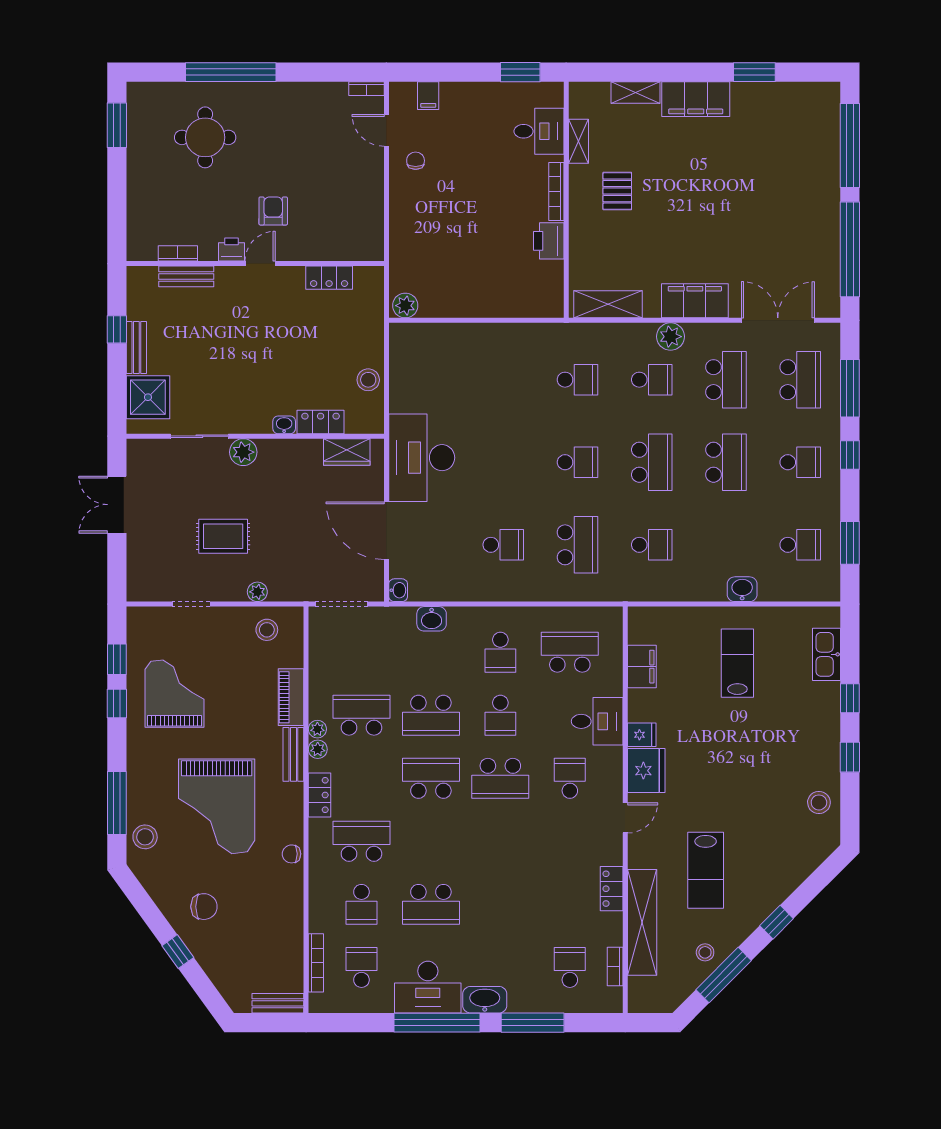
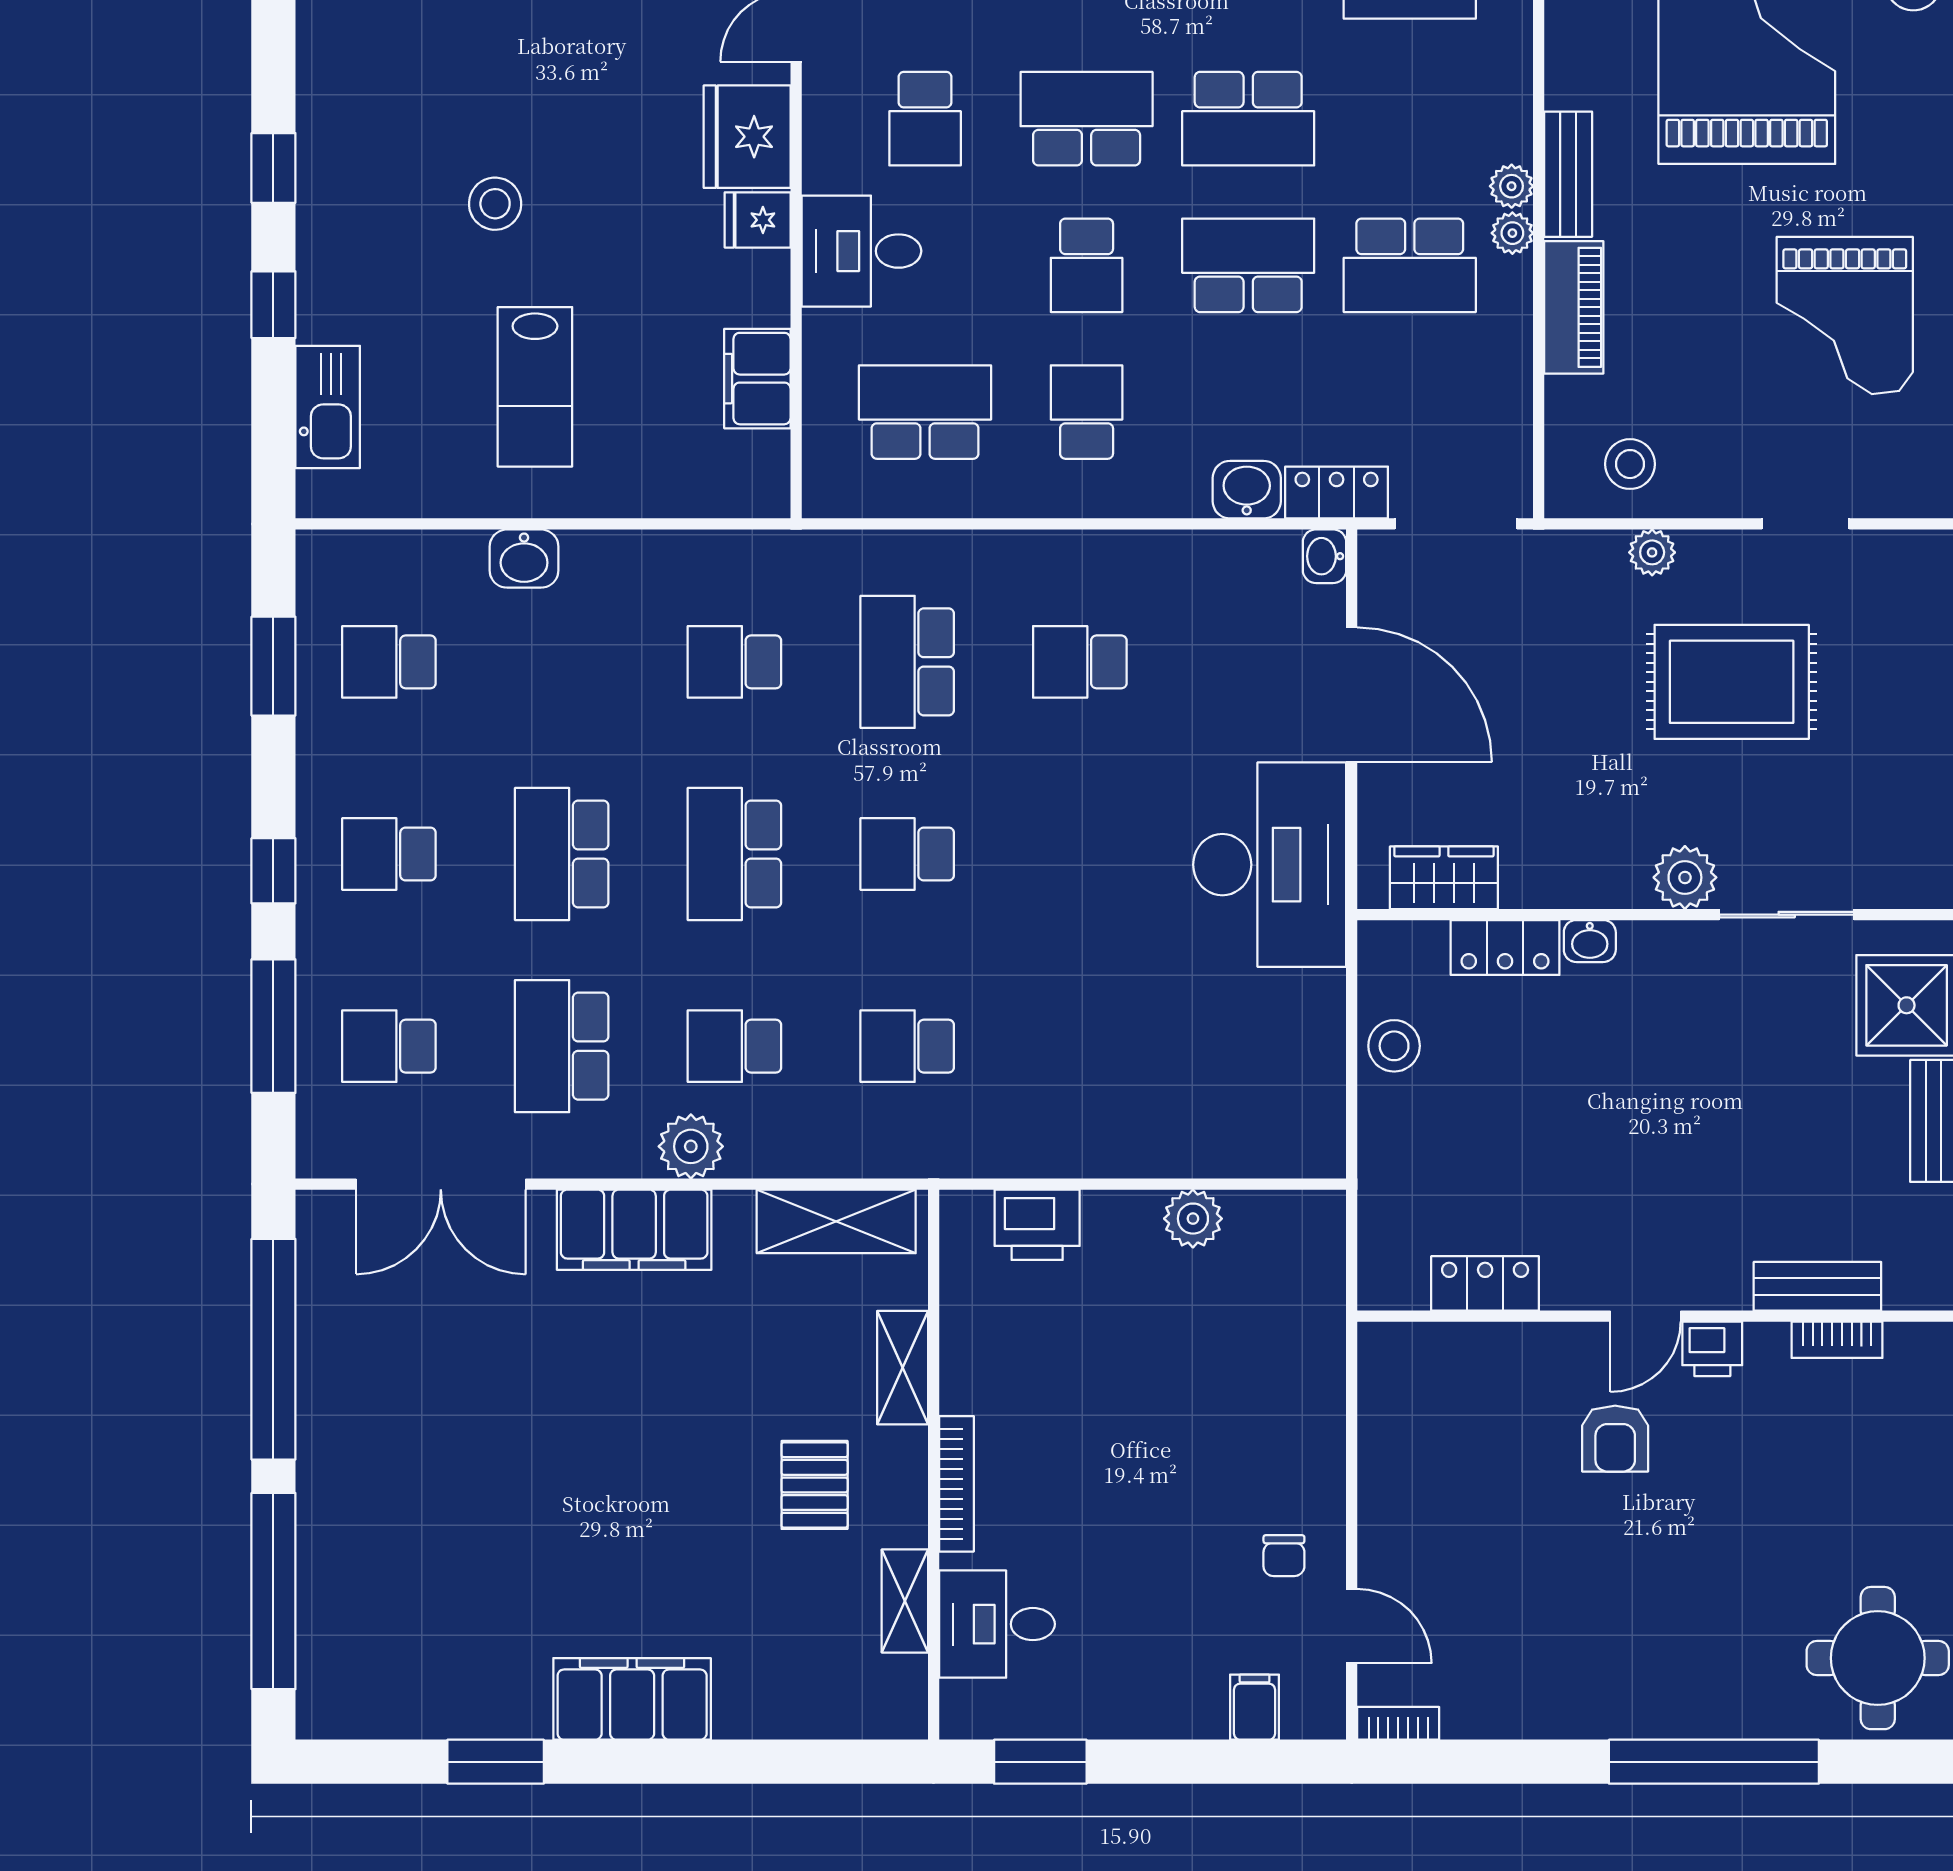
shelving: (636, 93) -> (903, 1368), moved, turned 90
round table: (205, 137) -> (1878, 1658), moved
printer: (549, 241) -> (1037, 1225), moved, turned 90
plant: (405, 306) -> (1193, 1219), moved
school desk: (800, 380) -> (389, 1046), width x0.54
rug: (223, 536) -> (1732, 682), width x1.36, depth x1.43
school desk: (570, 652) -> (925, 412), turned 180
school desk: (500, 715) -> (1087, 265), turned 180
locker: (320, 795) -> (1337, 492), moved, turned 90
stool: (819, 802) -> (495, 204), moved

